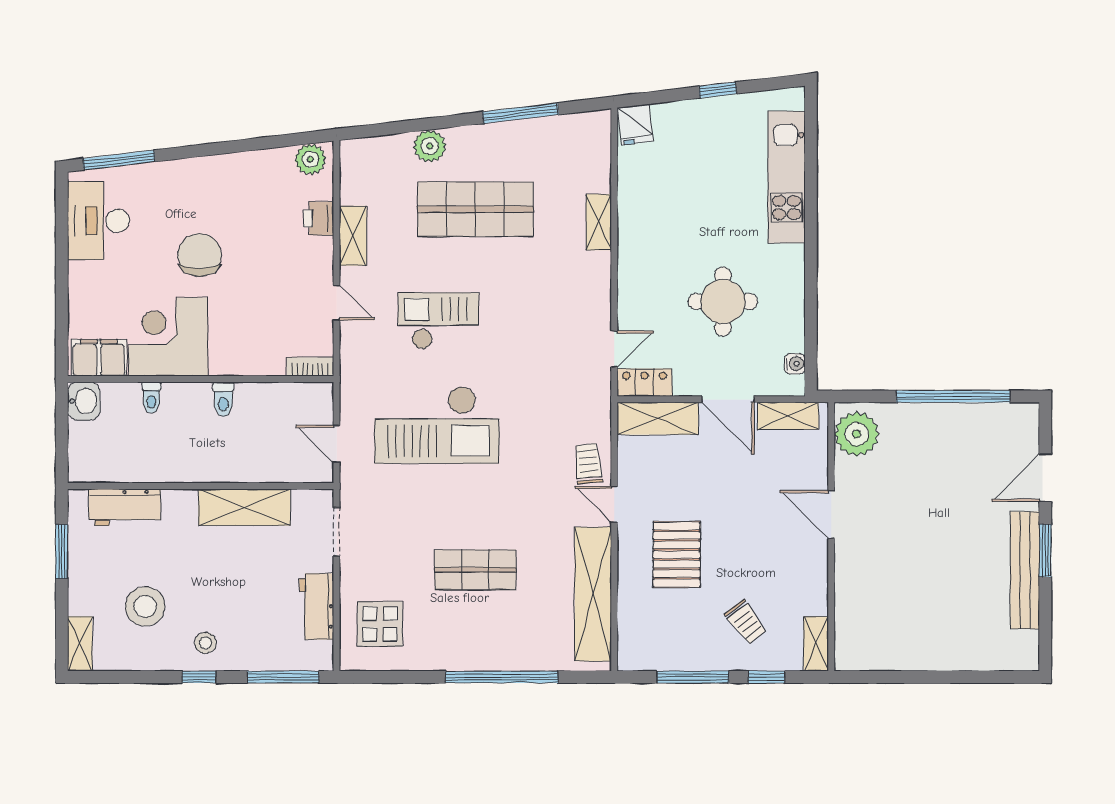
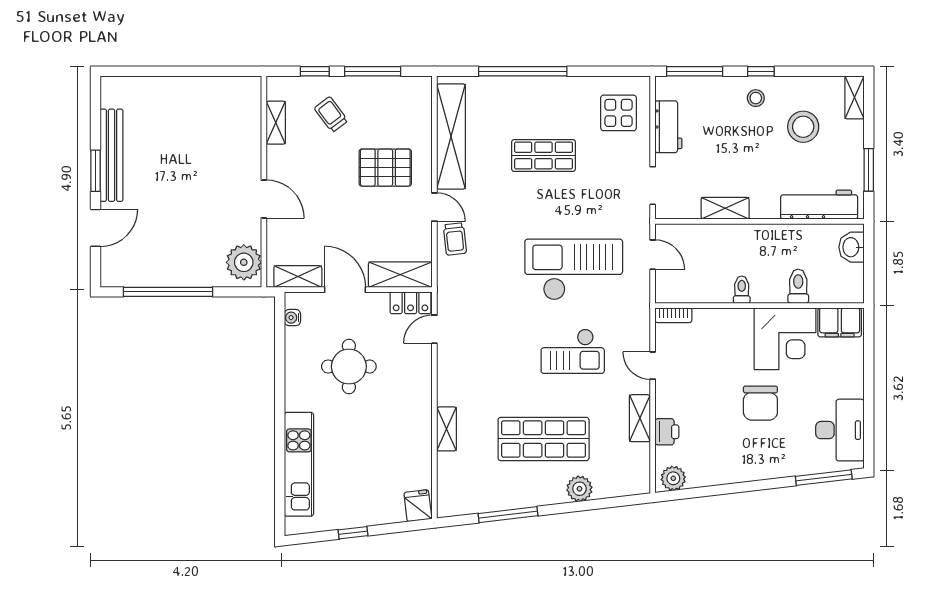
toilet: (151, 398) -> (798, 286), width x1.37, depth x1.39
washbasin: (84, 401) -> (852, 247), moved
workbench: (125, 507) -> (819, 205), width x1.37
shelving: (244, 507) -> (725, 208), width x0.67, depth x0.75
pallet: (677, 555) -> (385, 168), turned 90
shelving: (816, 644) -> (276, 123), moved

